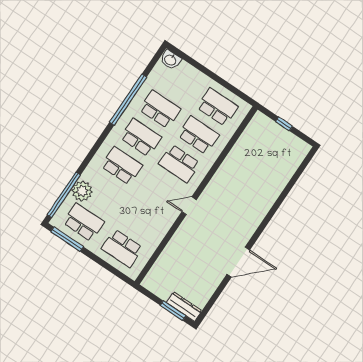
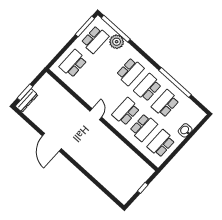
washbasin: (170, 60) -> (185, 130), moved
school desk: (217, 107) -> (161, 144), turned 180
school desk: (160, 109) -> (165, 104), turned 180
school desk: (141, 137) -> (148, 88), turned 180

